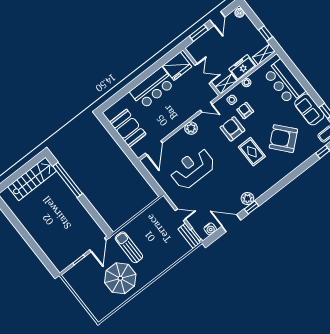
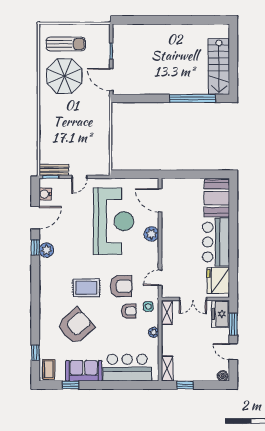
freezer: (242, 68) -> (221, 314), moved, turned 180
booth: (128, 128) -> (217, 198), moved, turned 90
plant: (191, 128) -> (151, 234), moved
reception desk: (192, 168) -> (114, 221), width x1.36, depth x1.30
sun lounger: (129, 247) -> (66, 44), moved

